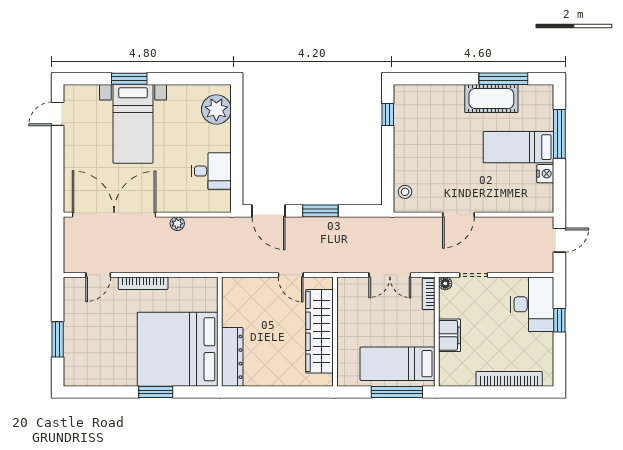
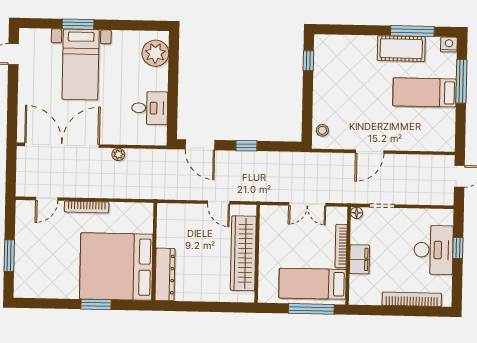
nightstand: (545, 174) -> (449, 45), moved, turned -90
window: (320, 211) -> (246, 146), width x0.67
bookcase: (429, 294) -> (341, 246), moved, width x1.56
desk: (532, 304) -> (434, 250), moved

